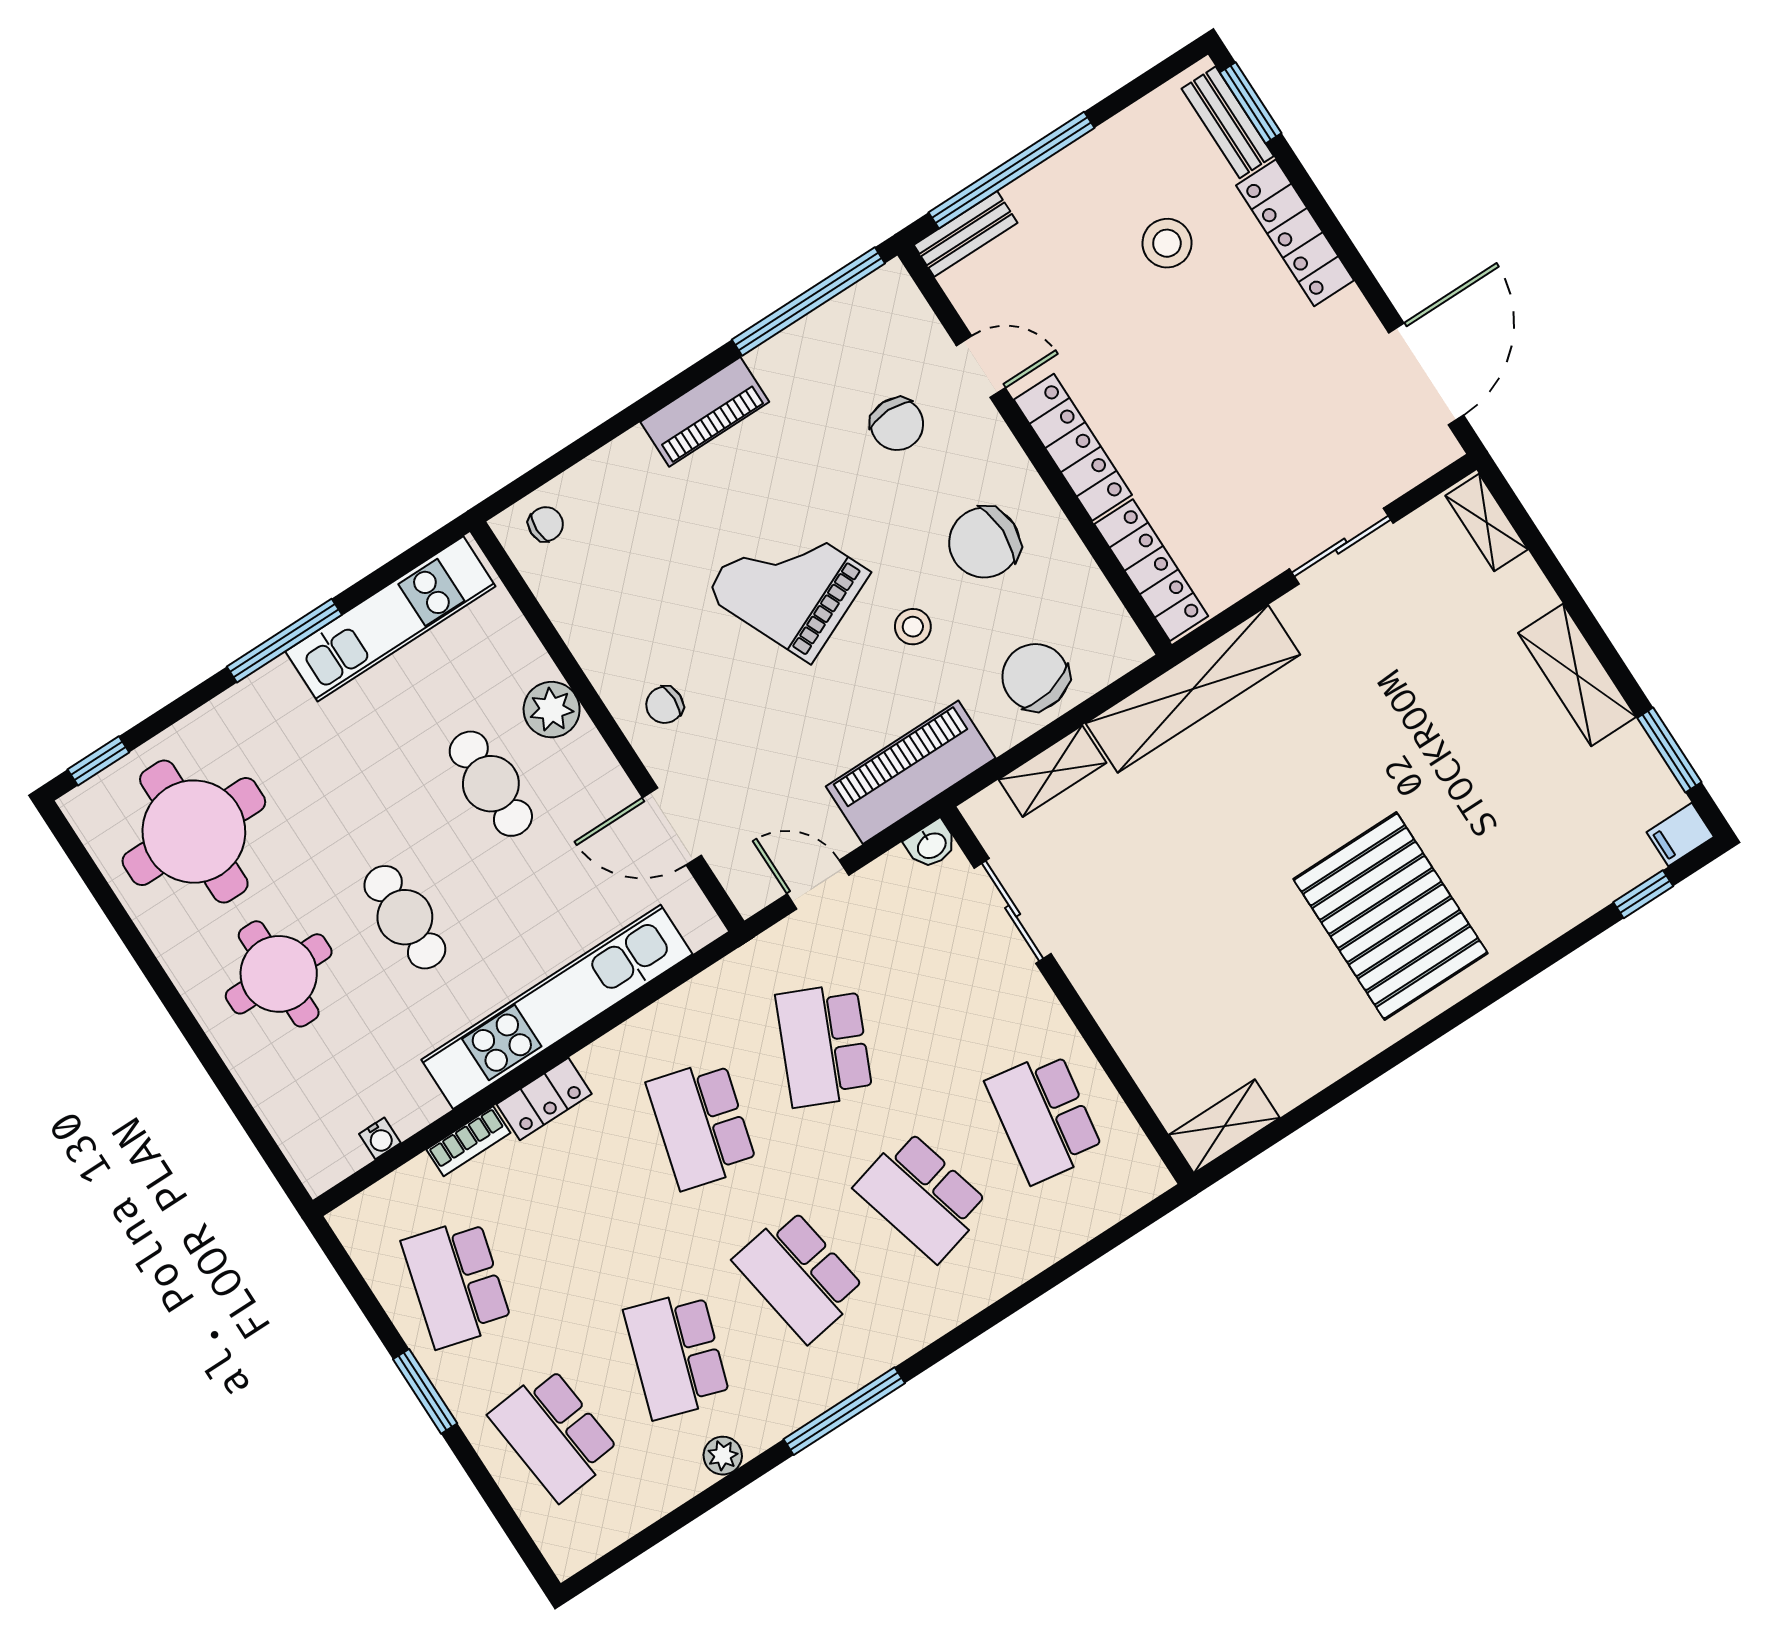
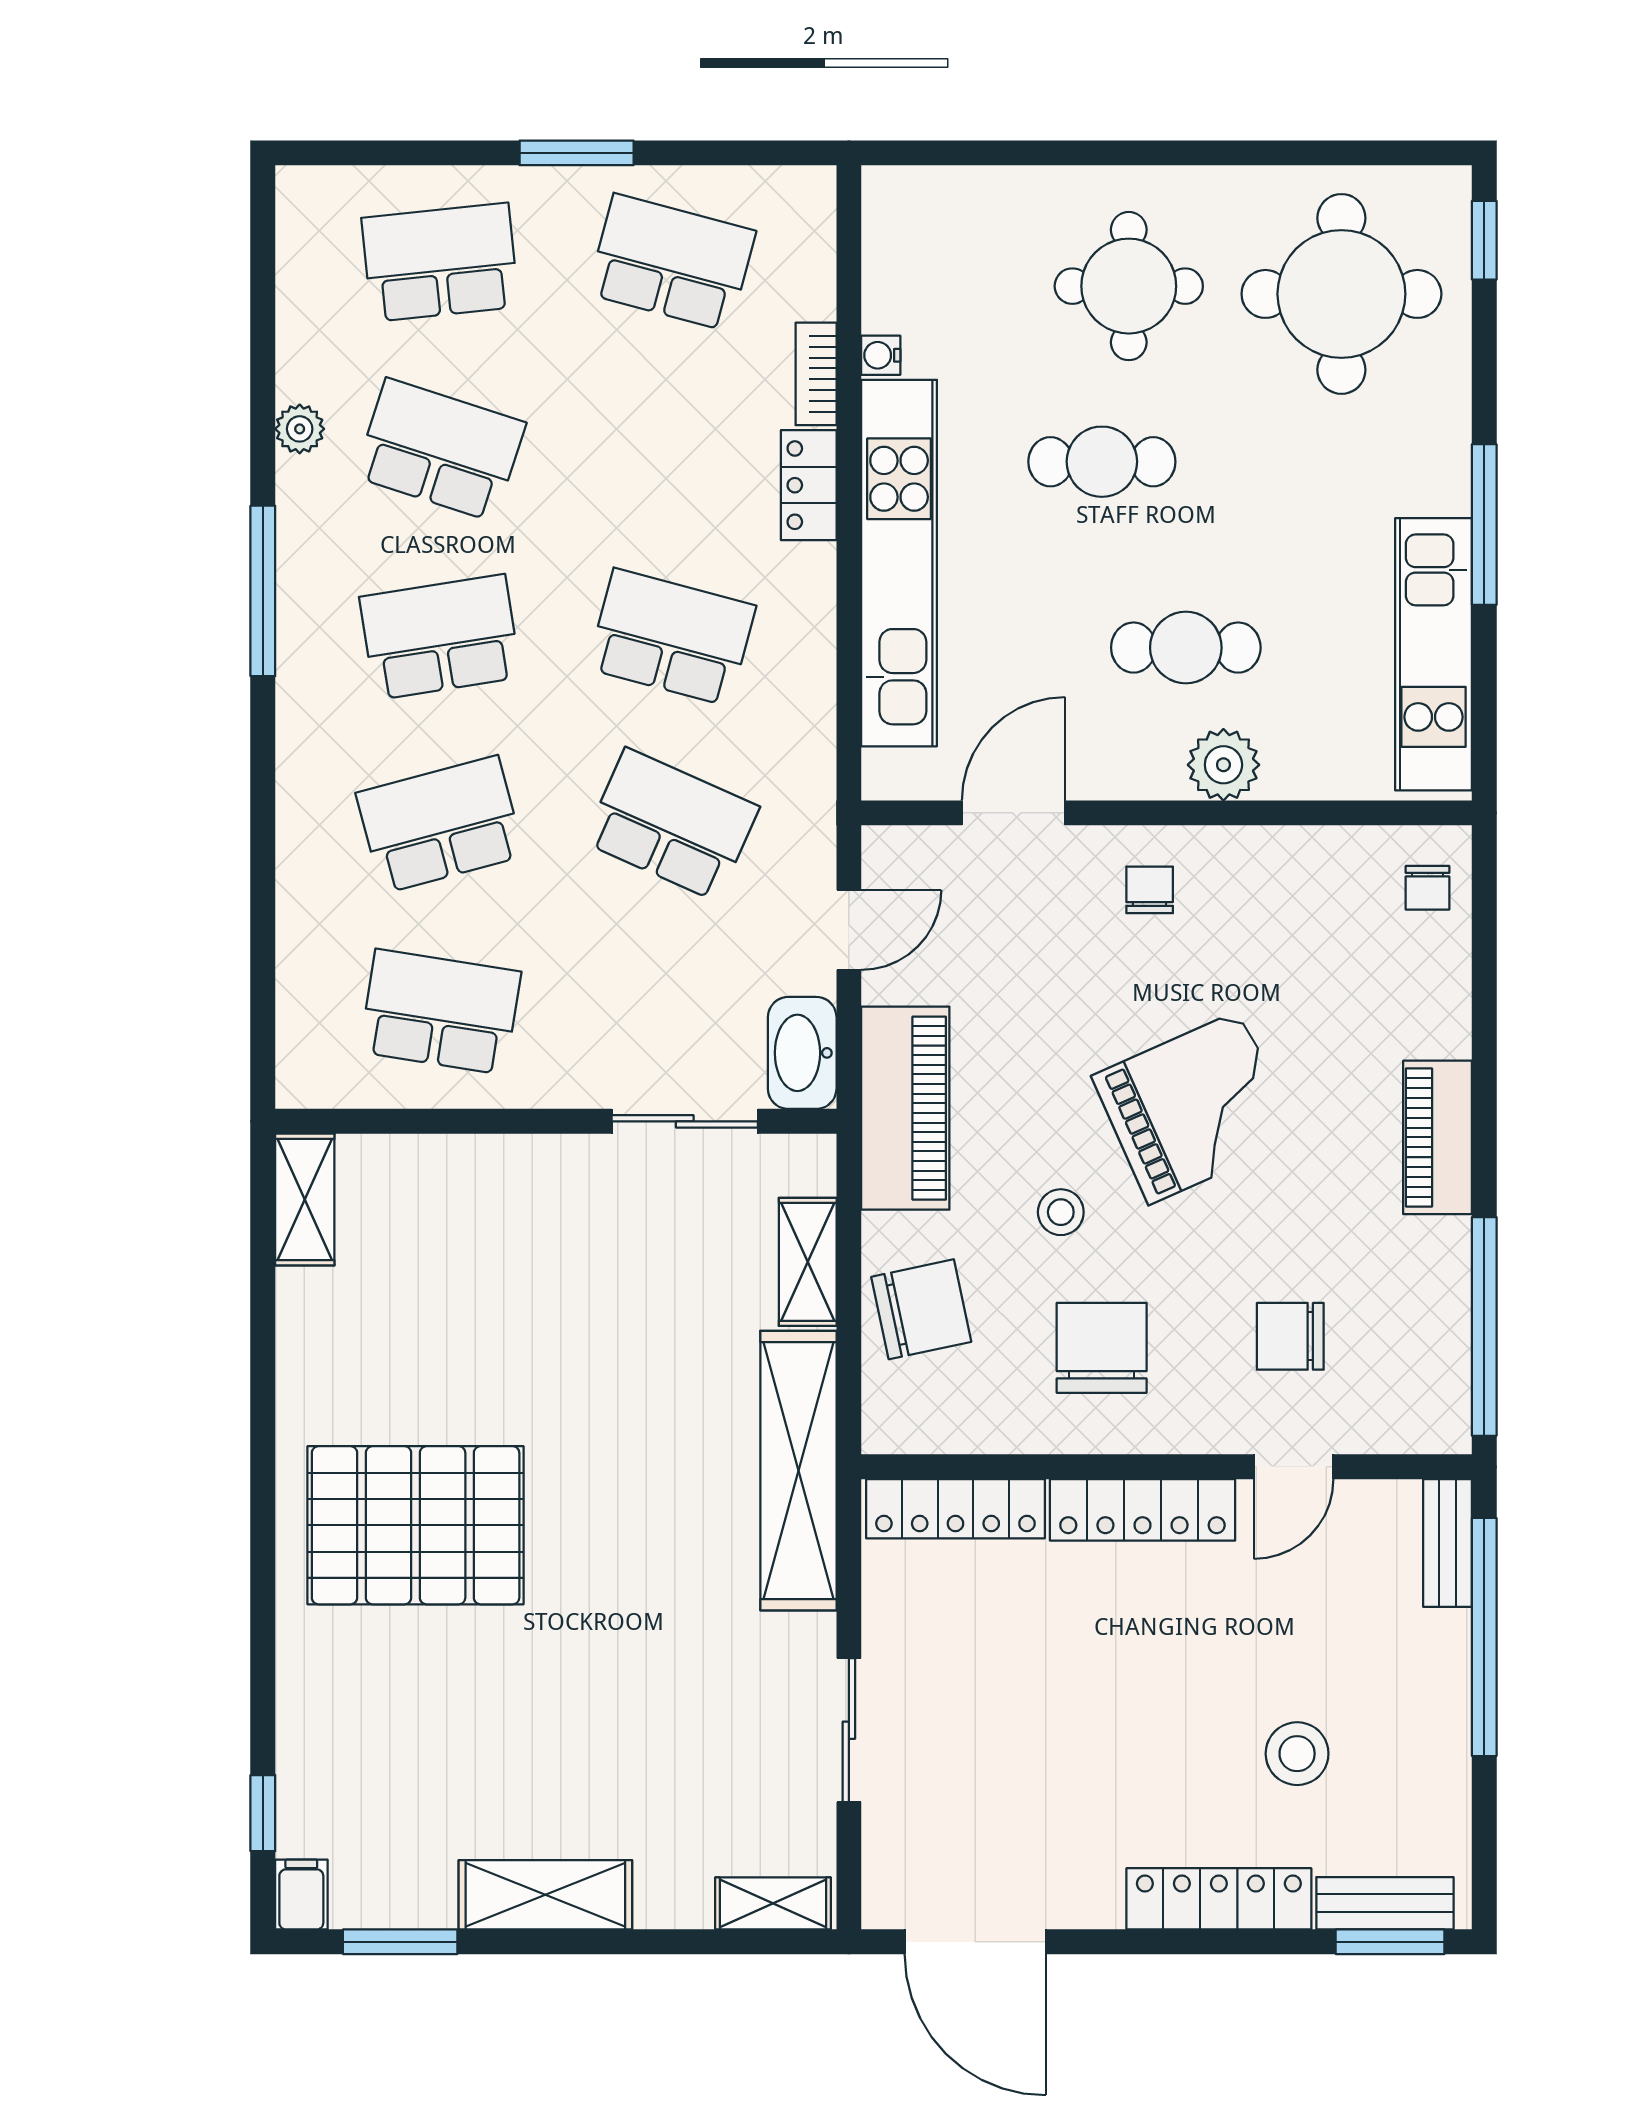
washbasin: (931, 845) -> (802, 1053), width x1.91, depth x1.45
water cooler: (380, 1138) -> (881, 355), moved

